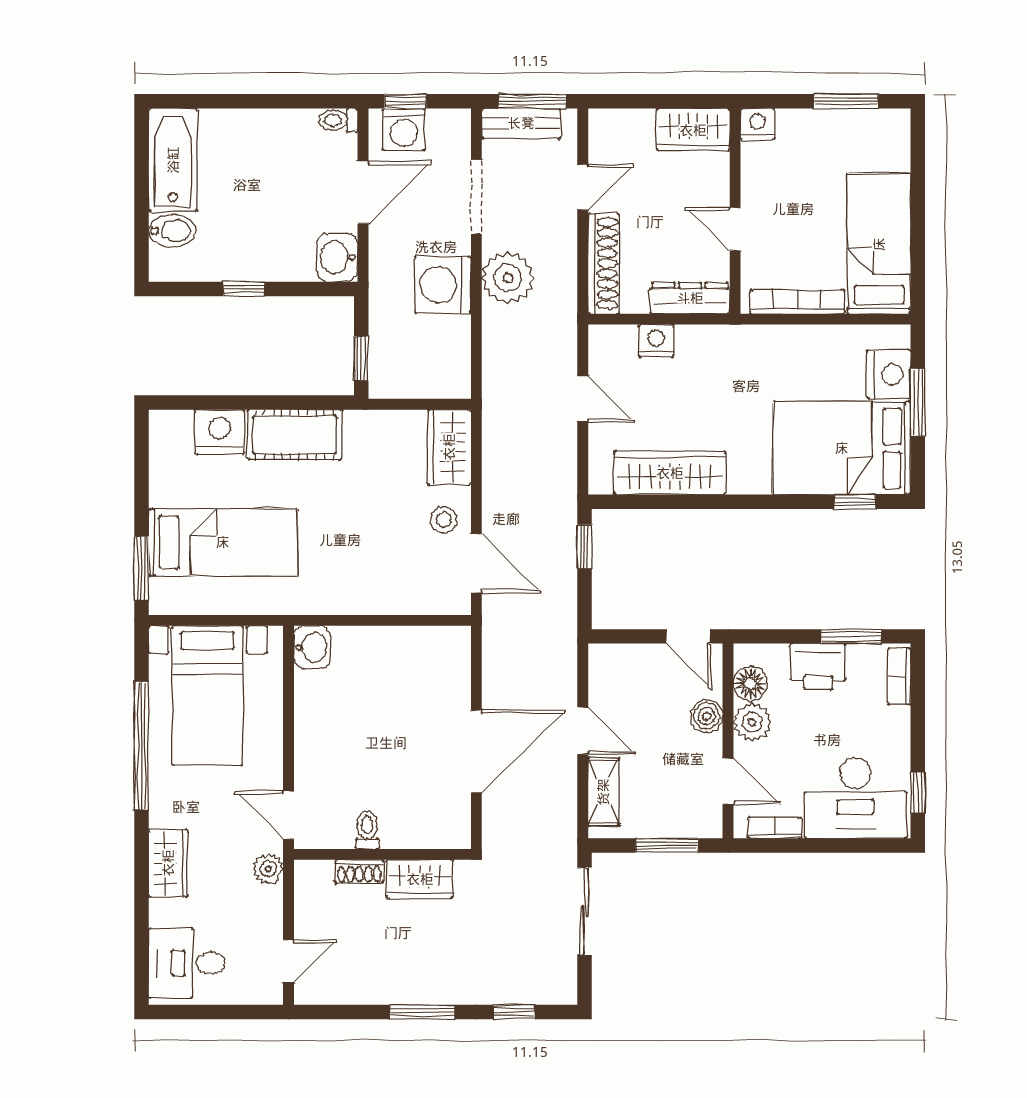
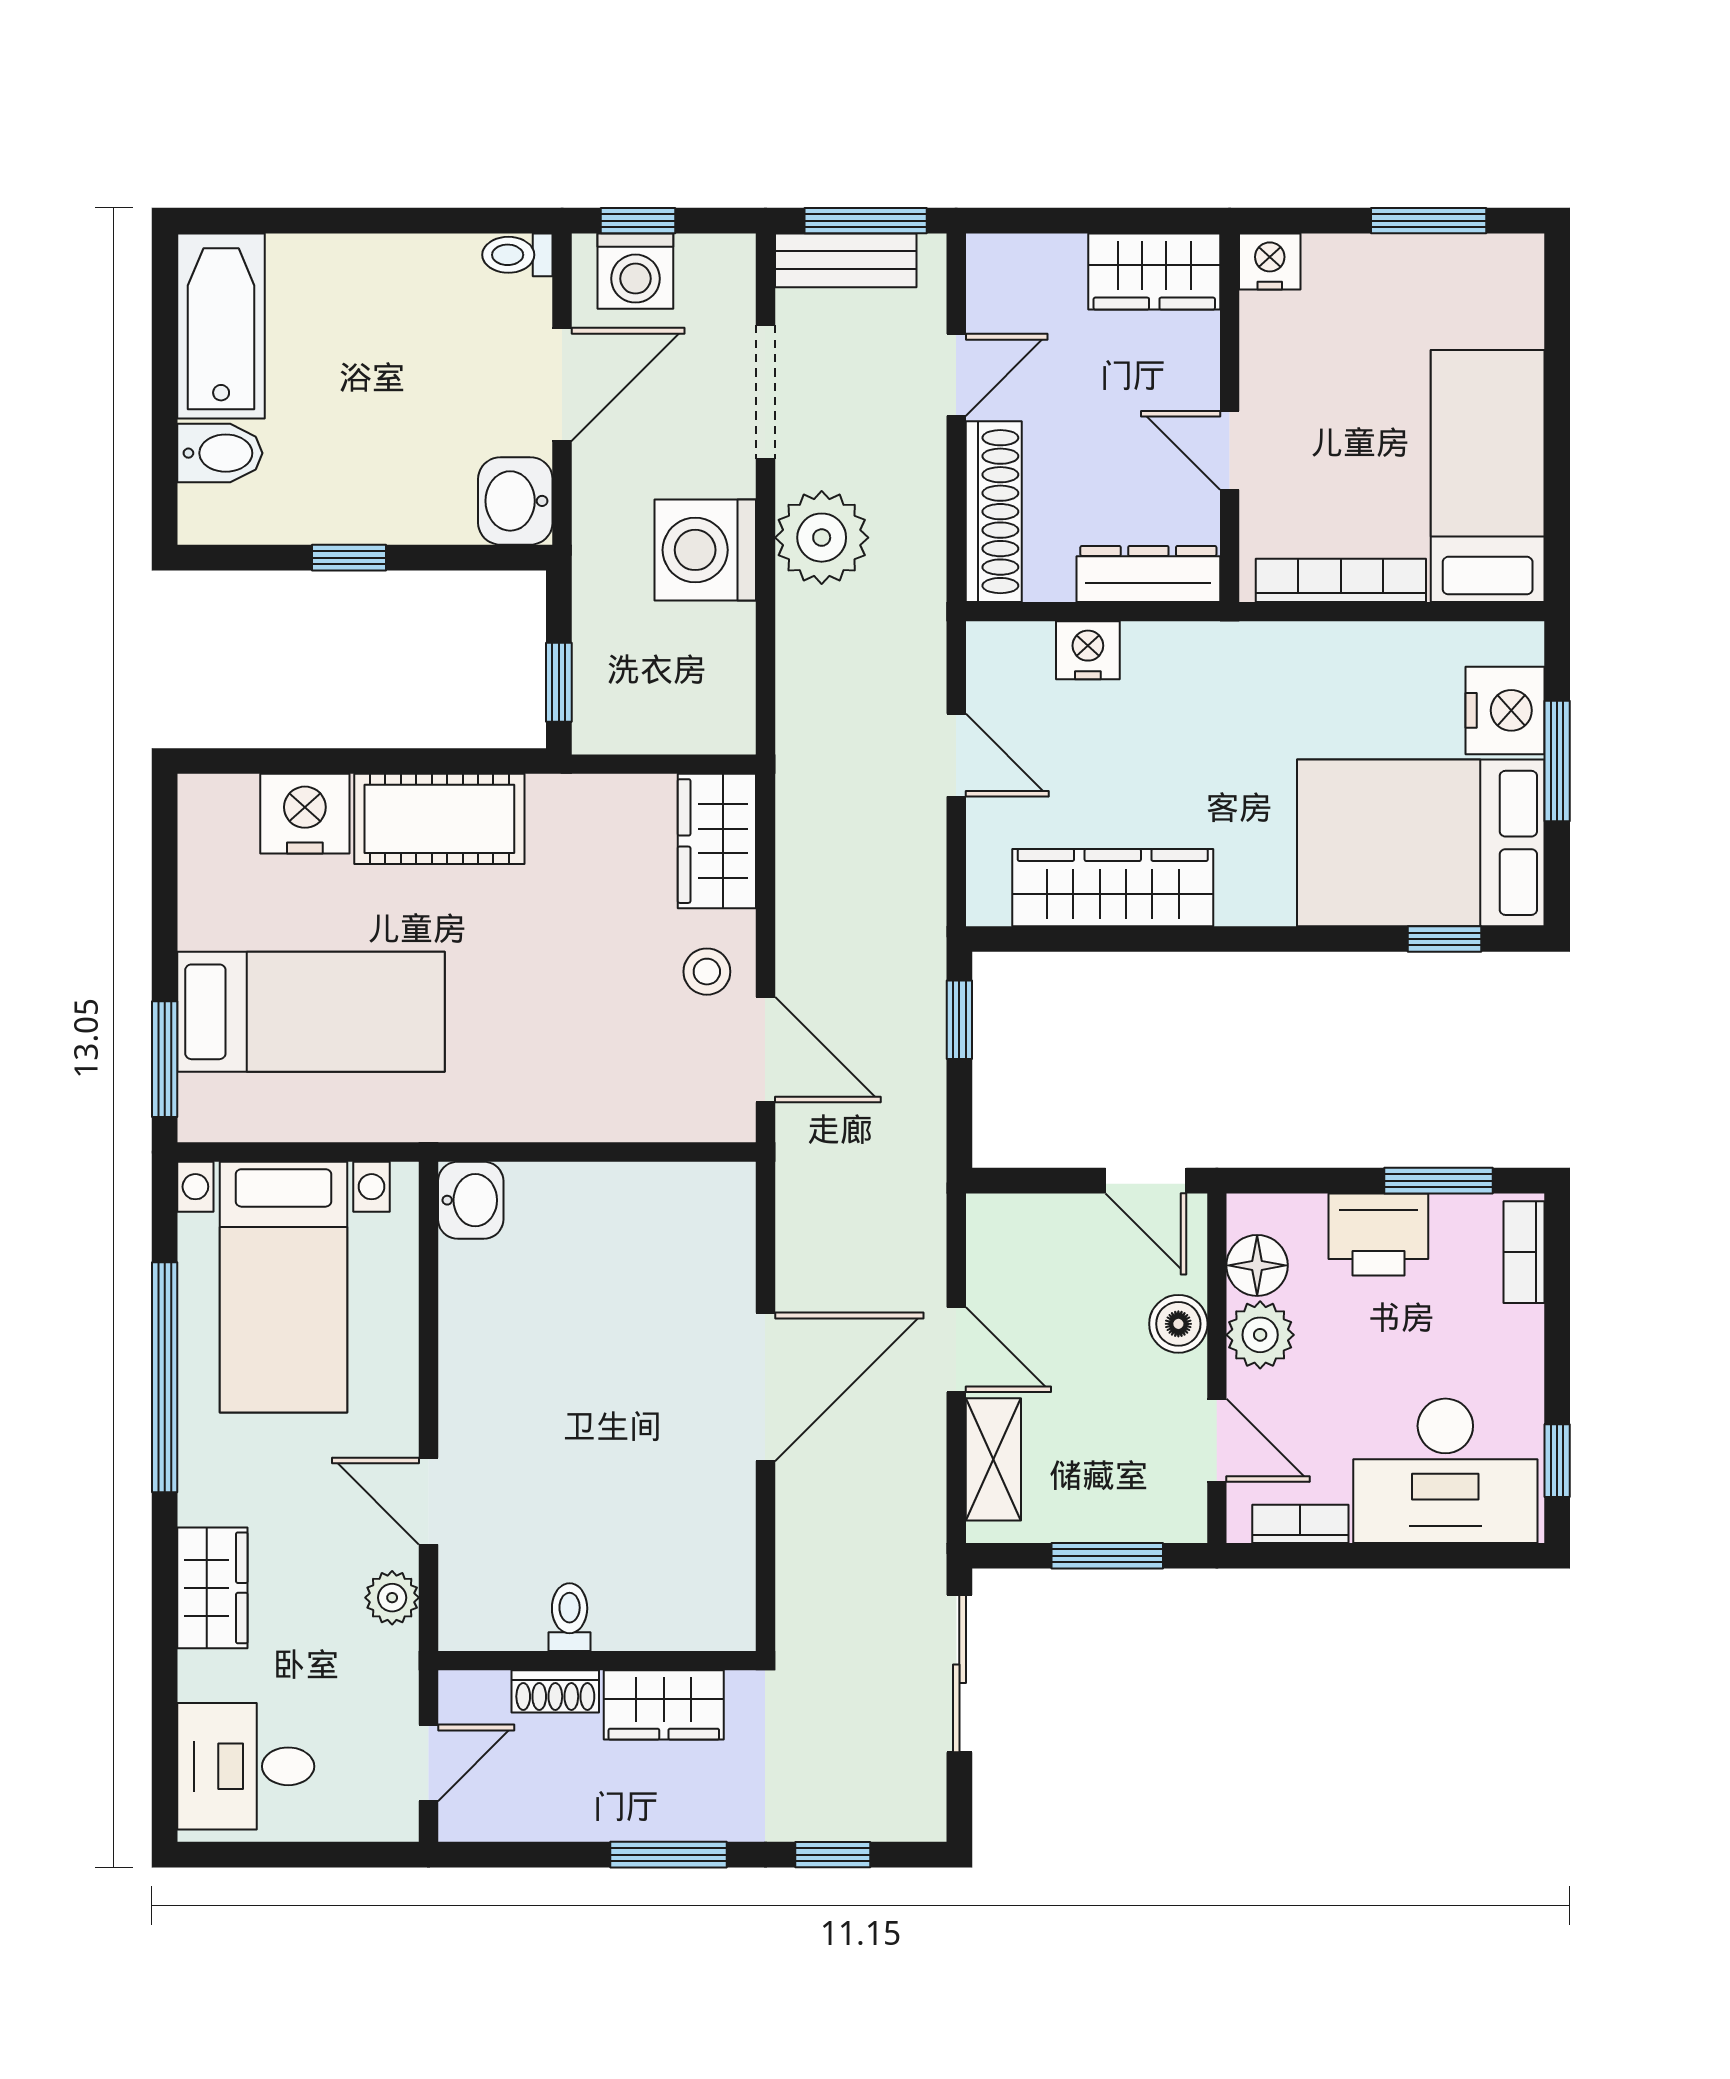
toilet: (367, 830) -> (570, 1617), moved
wall: (382, 854) -> (597, 1661), moved
shoe rack: (359, 871) -> (555, 1691), moved
wardrobe: (420, 879) -> (664, 1705), moved

